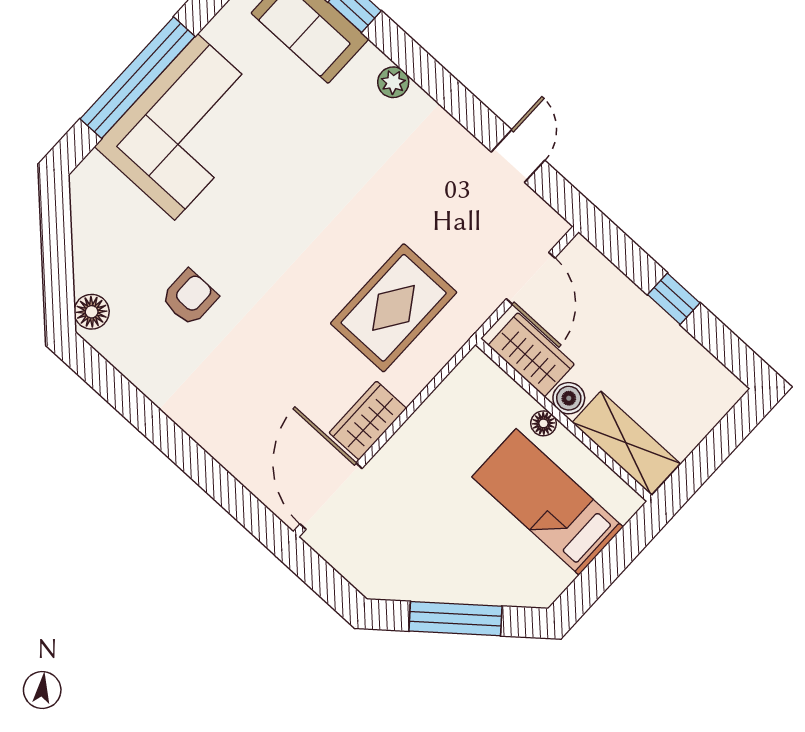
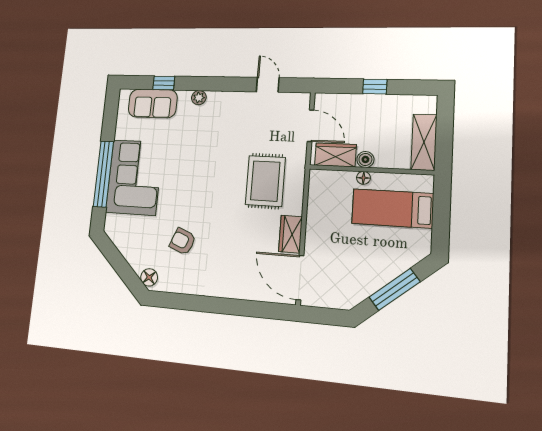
armchair: (190, 298) -> (183, 241), turned -68
shelving: (626, 443) -> (424, 142), moved, turned 90

